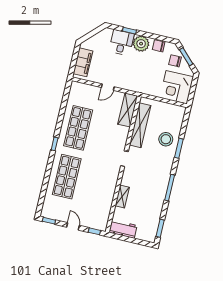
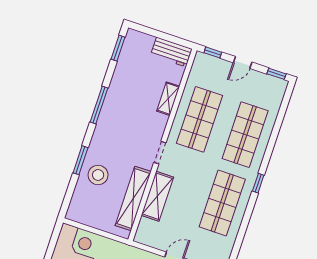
shelving: (128, 110) -> (157, 196), moved
shop shelf: (99, 184) -> (200, 119), added
door: (73, 226) -> (243, 62), hinge flipped

